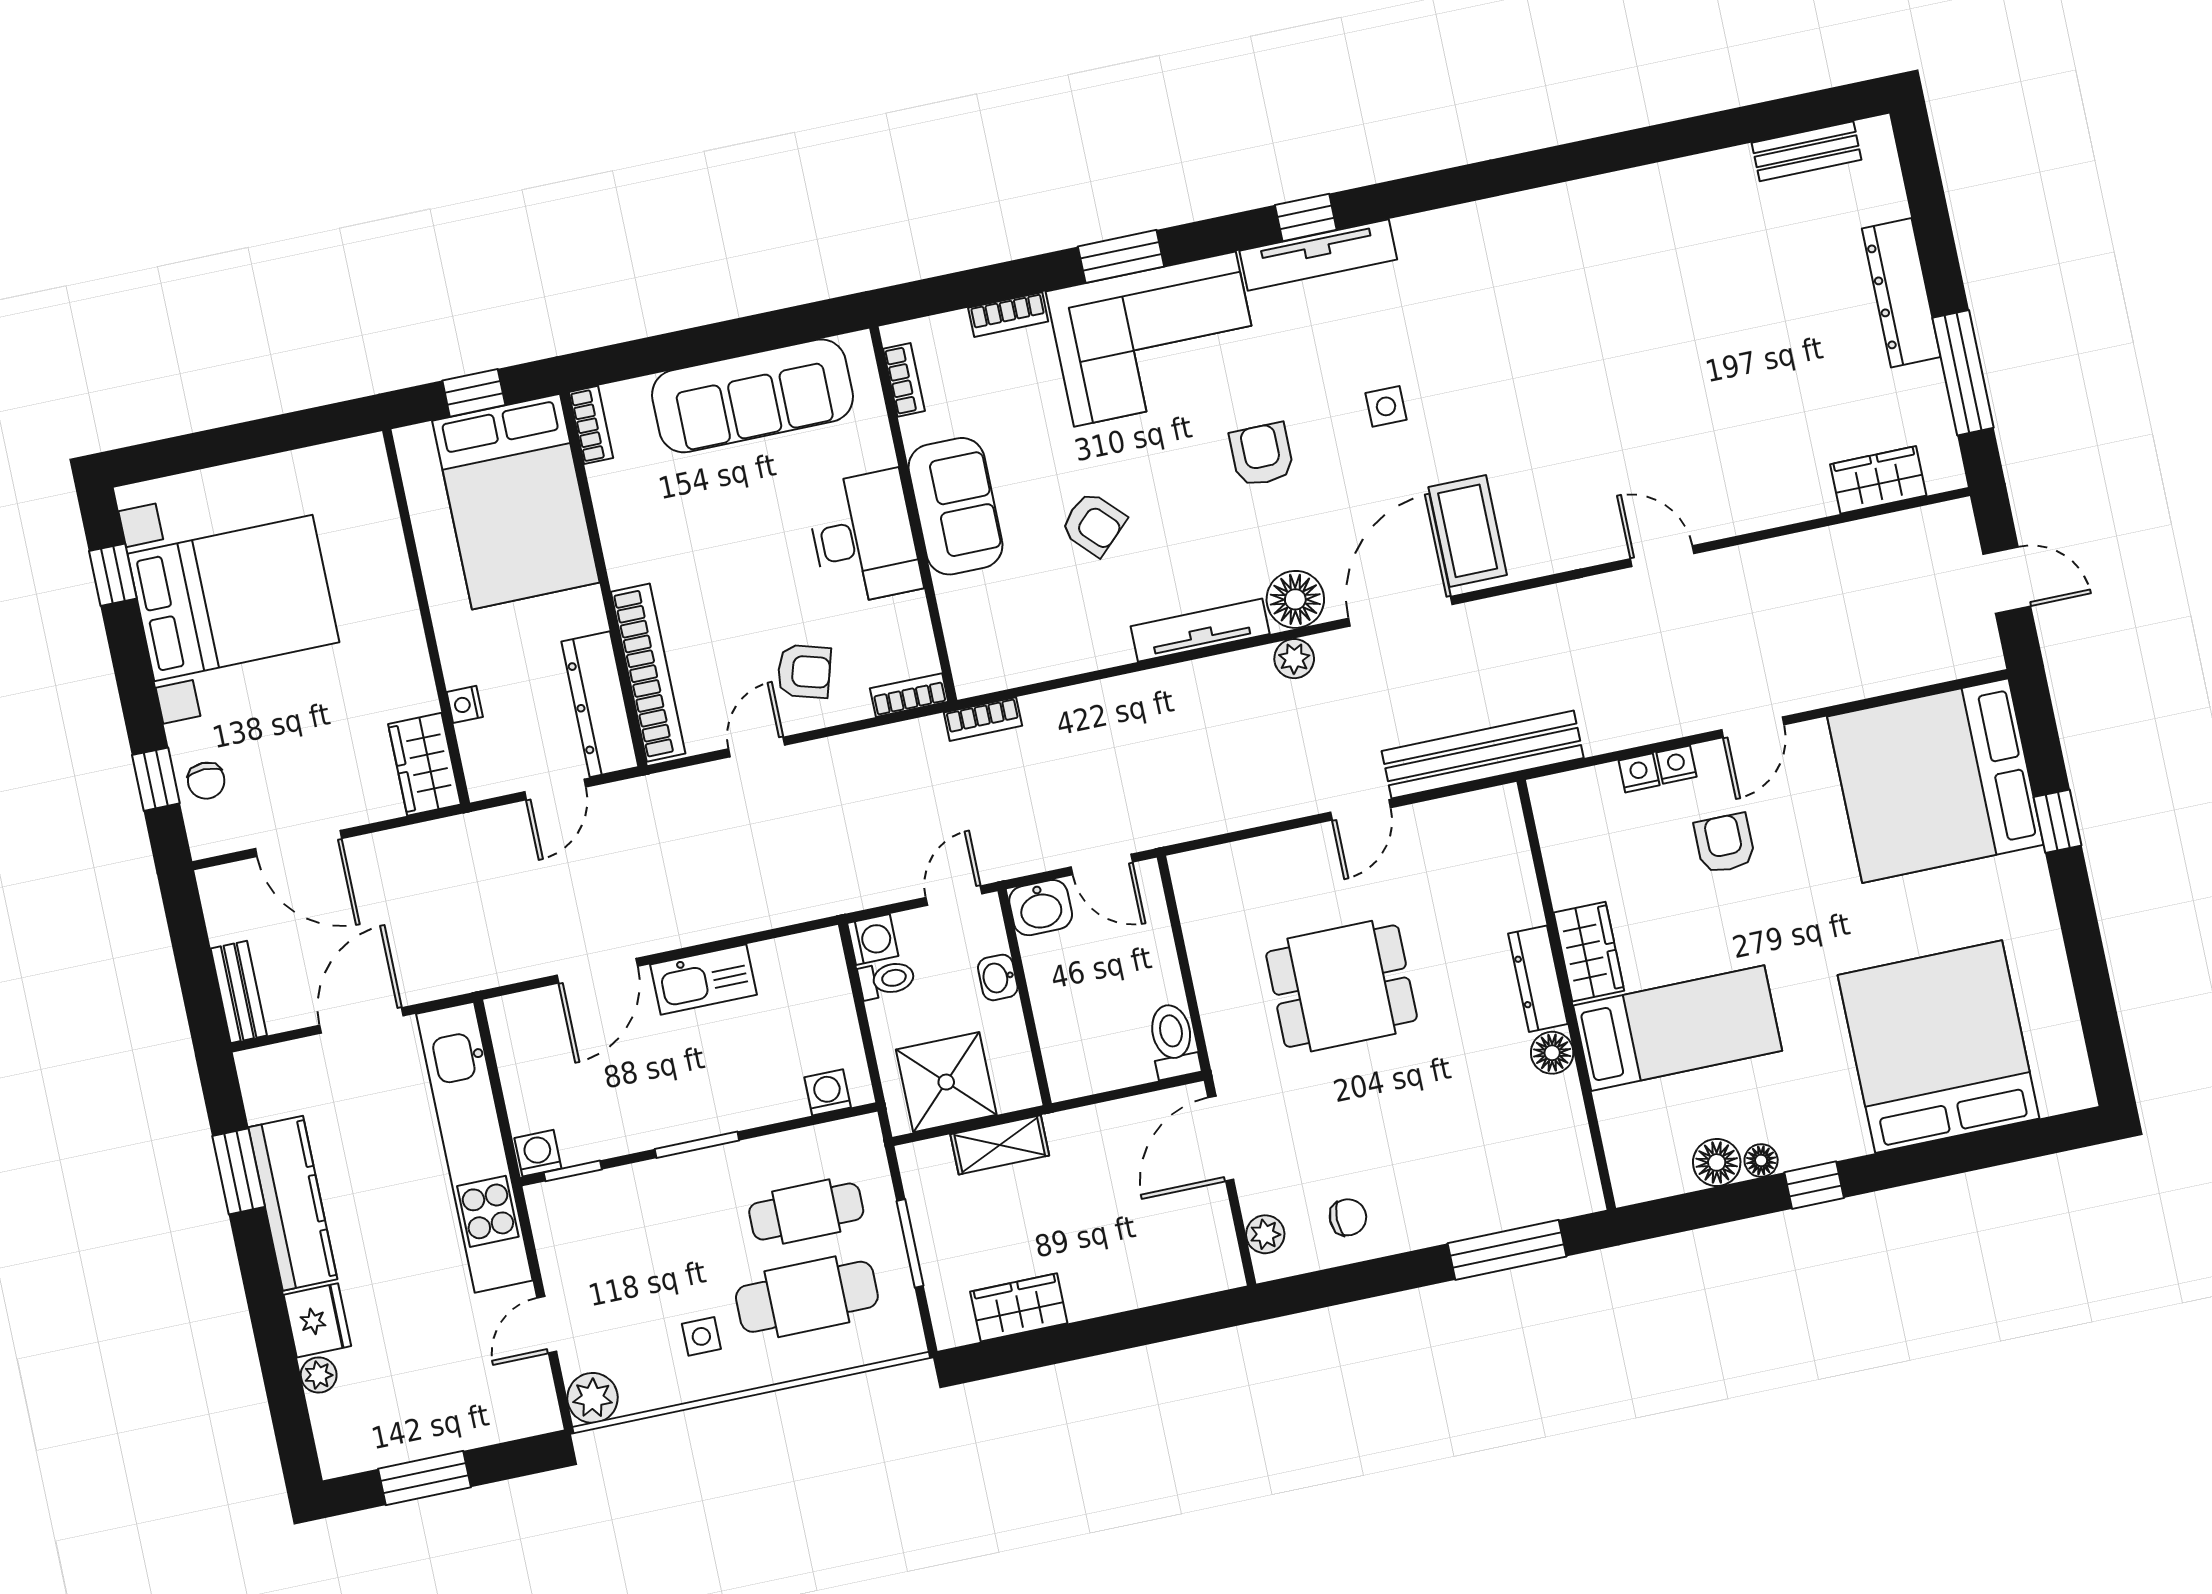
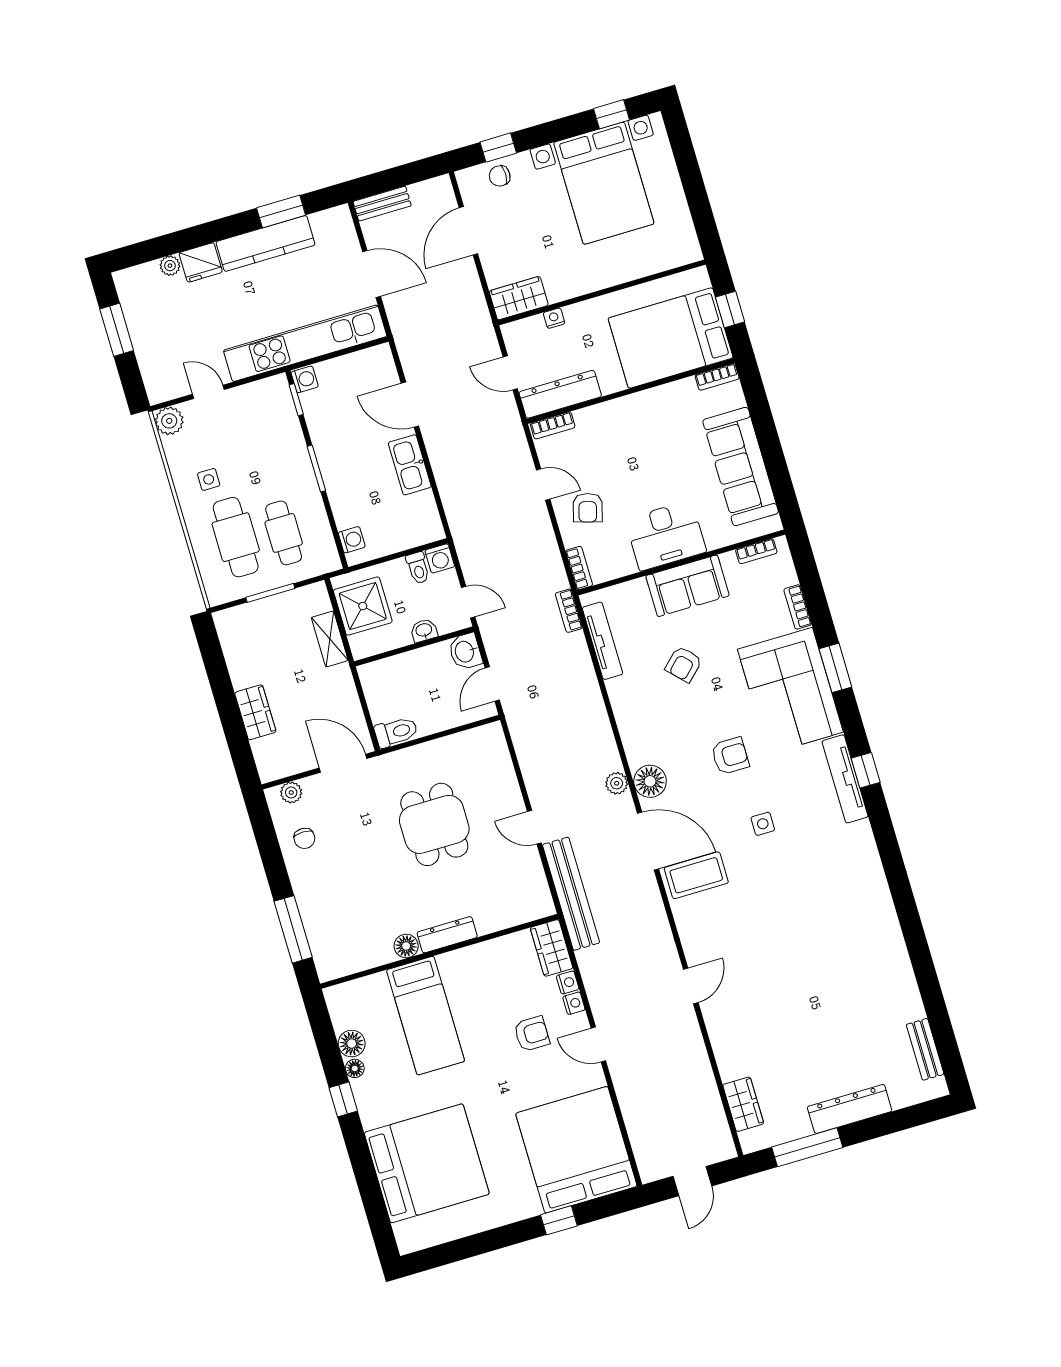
tv unit: (1200, 630) -> (603, 641), moved
bookcase: (648, 673) -> (553, 425), width x0.43, depth x0.76
wardrobe: (1589, 952) -> (552, 948), moved, turned 90
wardrobe: (1019, 1307) -> (255, 712), moved

